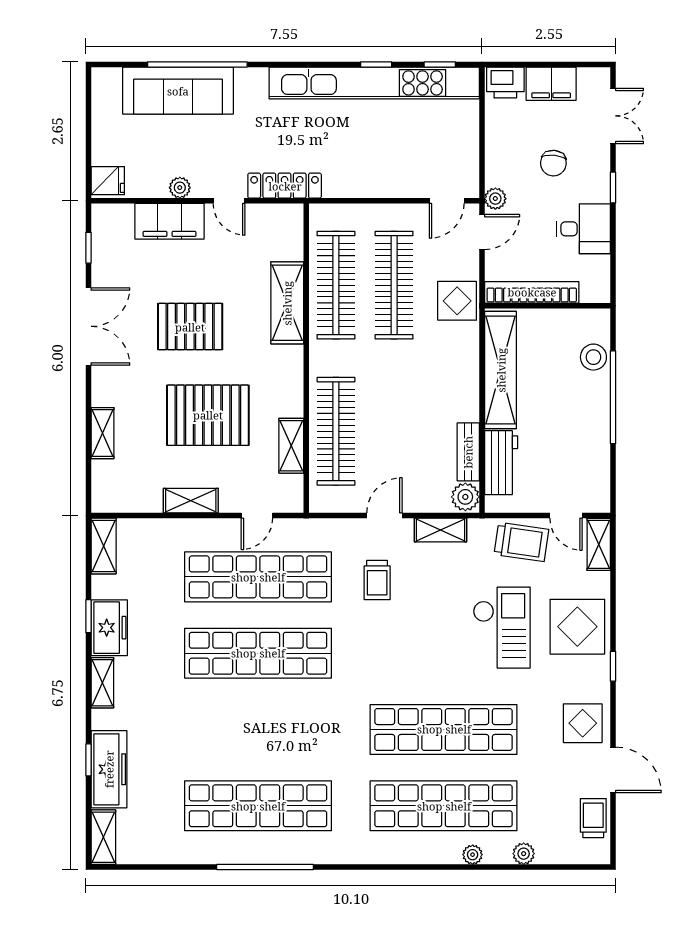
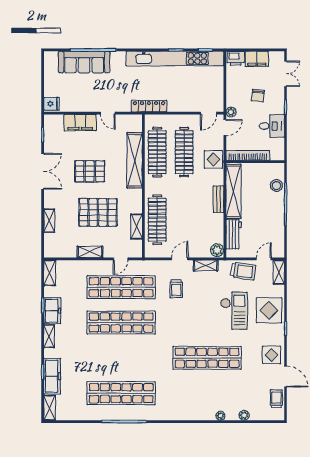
locker: (285, 186) -> (149, 106), moved
plant: (180, 188) -> (85, 107), removed
shelving: (287, 303) -> (135, 160), width x1.47
bench: (468, 452) -> (218, 199), moved
door: (566, 516) -> (264, 259), swing flipped
shop shelf: (444, 806) -> (207, 393), removed

